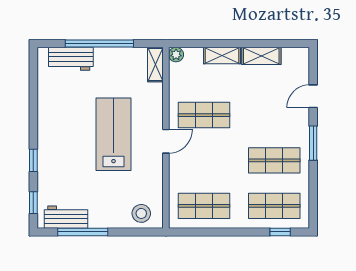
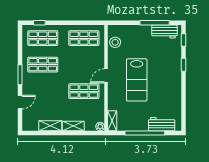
stool: (141, 213) -> (115, 42), moved

